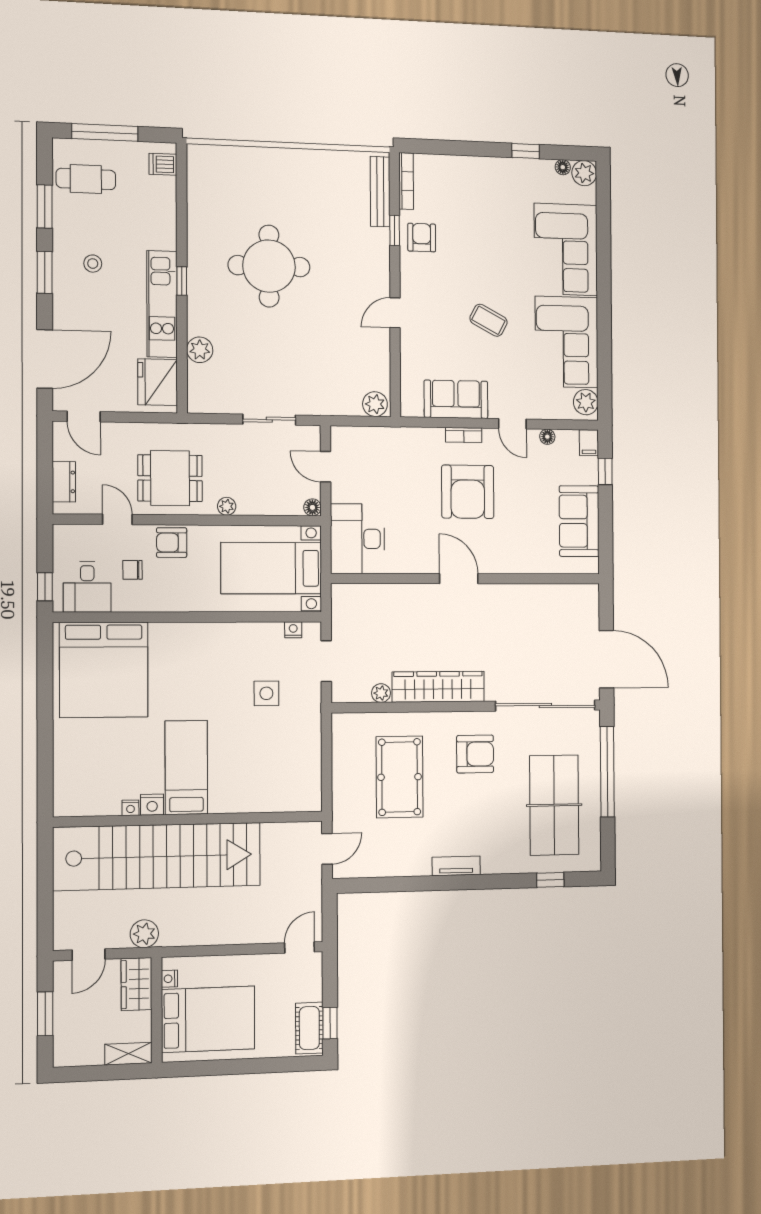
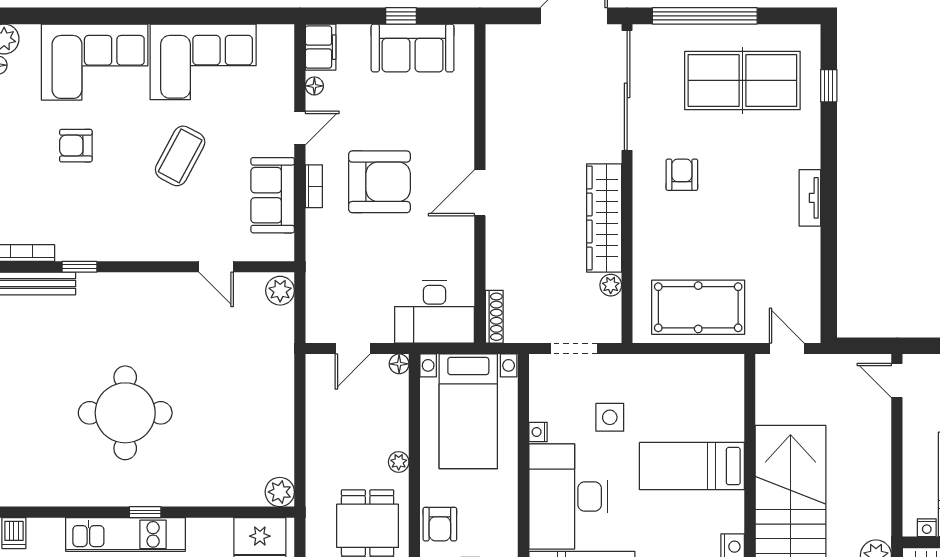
armchair: (422, 238) -> (76, 146), moved
kitchen unit: (162, 304) -> (126, 534), moved
door: (395, 313) -> (216, 267), moved
coffee table: (488, 320) -> (180, 156), width x1.36, depth x1.30
plant: (200, 350) -> (280, 492), moved
plant: (586, 402) -> (273, 39), removed
sliding door: (269, 420) -> (300, 413), removed
filing cabinet: (589, 443) -> (321, 47), width x2.00
window: (605, 471) -> (401, 16), moved
shoe rack: (353, 591) -> (494, 317), added
nightstand: (293, 630) -> (538, 432), moved
desk: (196, 657) -> (568, 496), added
armchair: (475, 754) -> (682, 175), width x0.72, depth x0.72
bed: (186, 767) -> (692, 466), moved
pool table: (400, 777) -> (698, 307), moved

